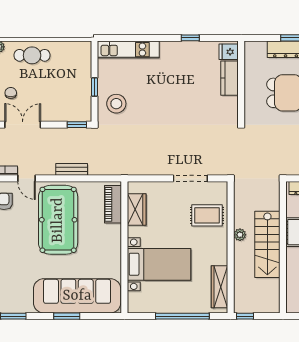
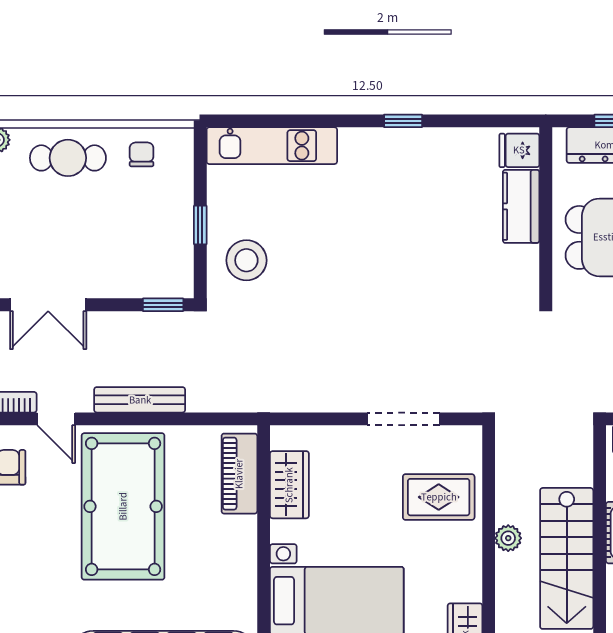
fridge: (229, 52) -> (519, 150), moved
kitchen counter: (229, 78) -> (521, 206), moved
wall: (241, 81) -> (546, 213), moved
chair: (11, 93) -> (142, 154), moved
double door: (23, 125) -> (48, 305), swing flipped
bench: (72, 169) -> (140, 400), width x1.36

